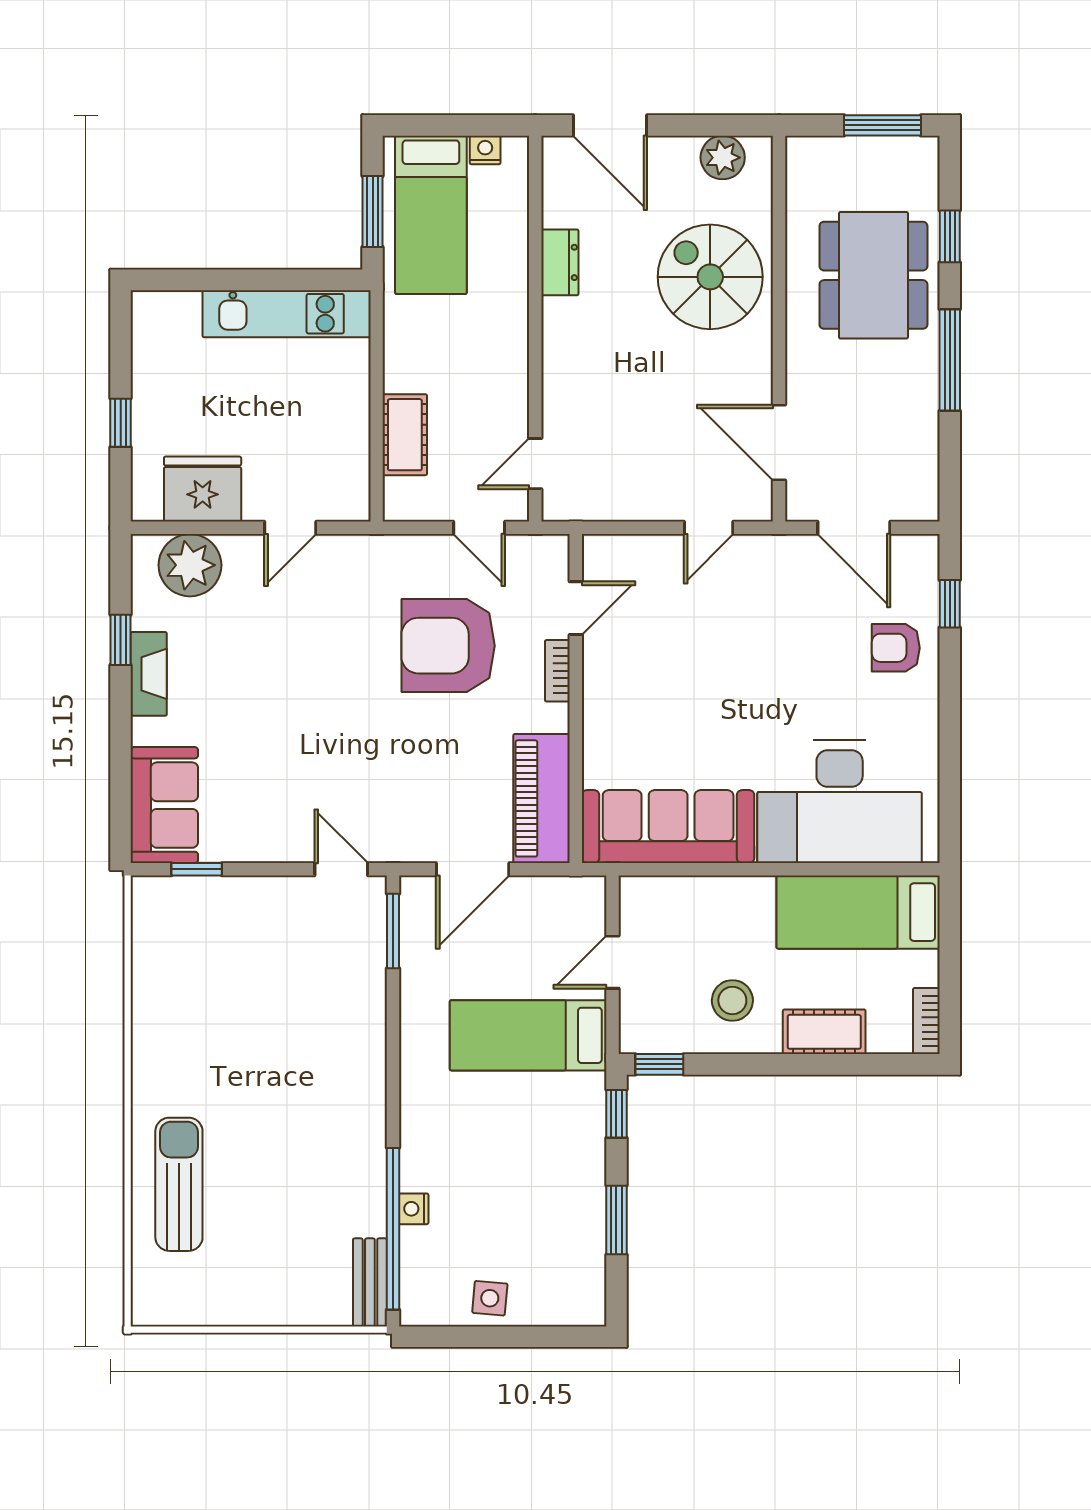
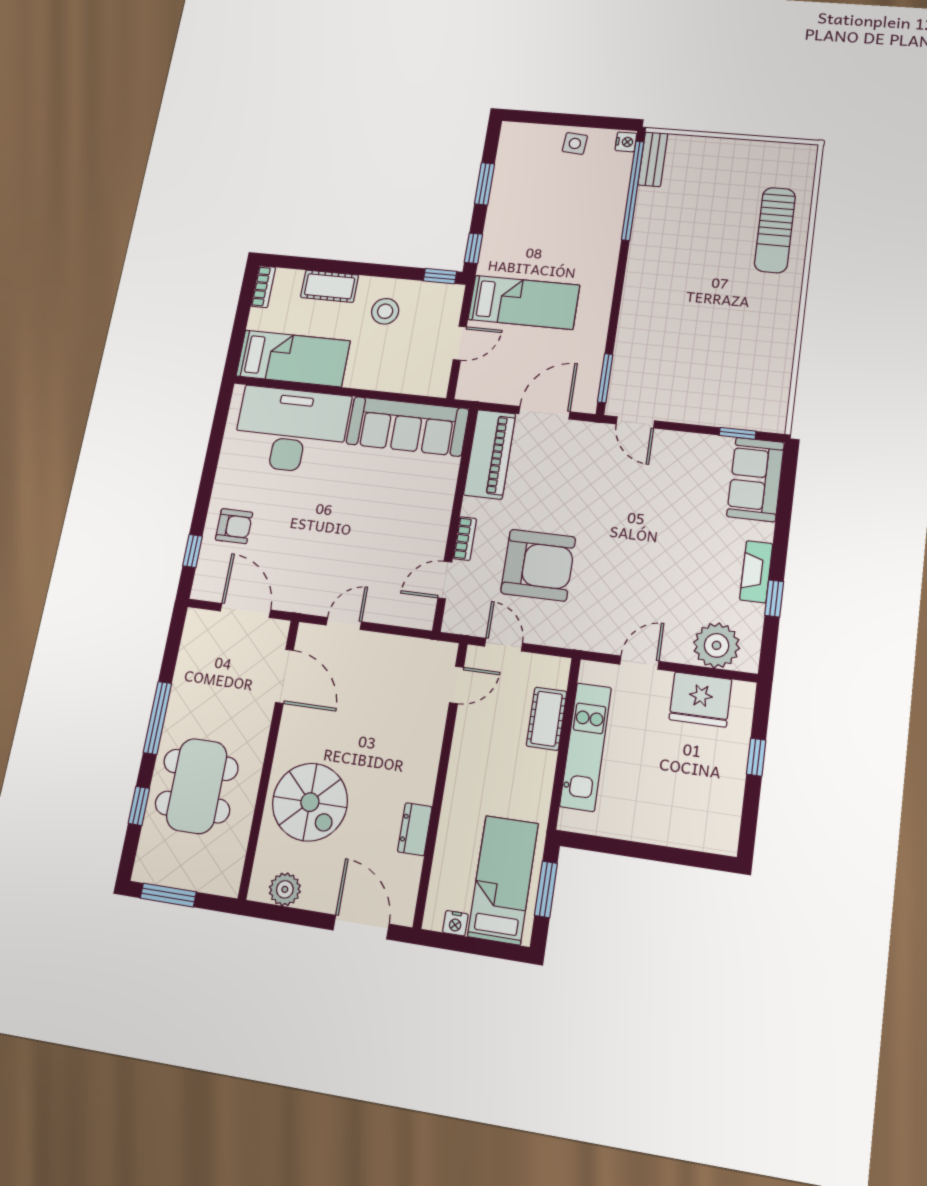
kitchen unit: (287, 314) -> (586, 747), moved, turned 90
nightstand: (414, 1209) -> (626, 142), moved

